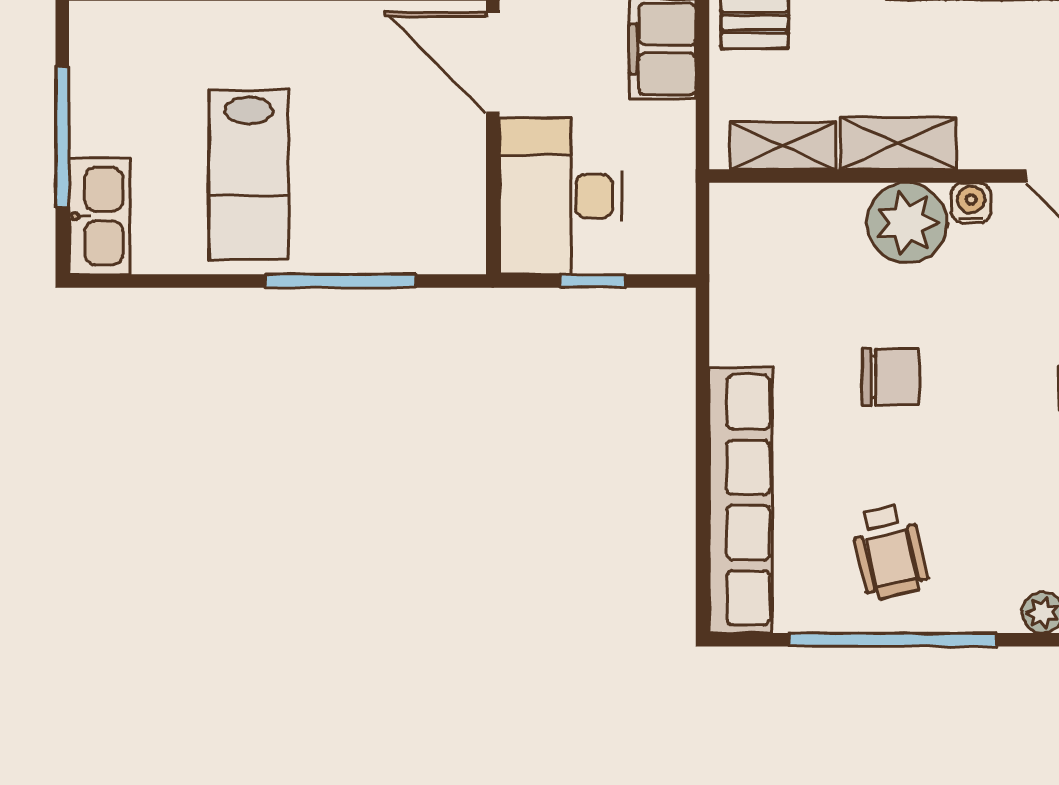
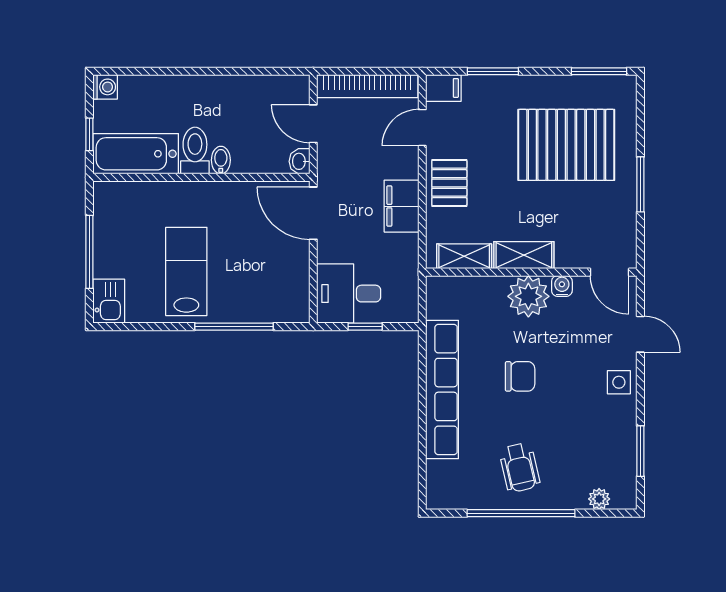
lab bench: (249, 175) -> (186, 271), turned 180
desk: (561, 196) -> (349, 294), width x0.73
kitchen sink: (100, 216) -> (109, 301), width x0.73
row of seats: (741, 500) -> (442, 390), moved

